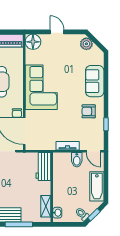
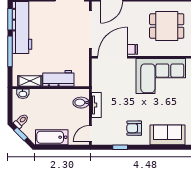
armchair: (89, 111) -> (134, 128), turned -90
bidet: (77, 160) -> (81, 103), moved
workbench: (43, 167) -> (58, 78), moved

